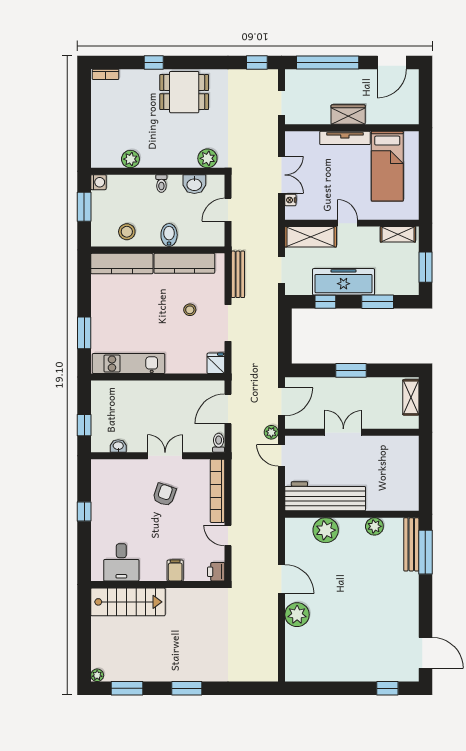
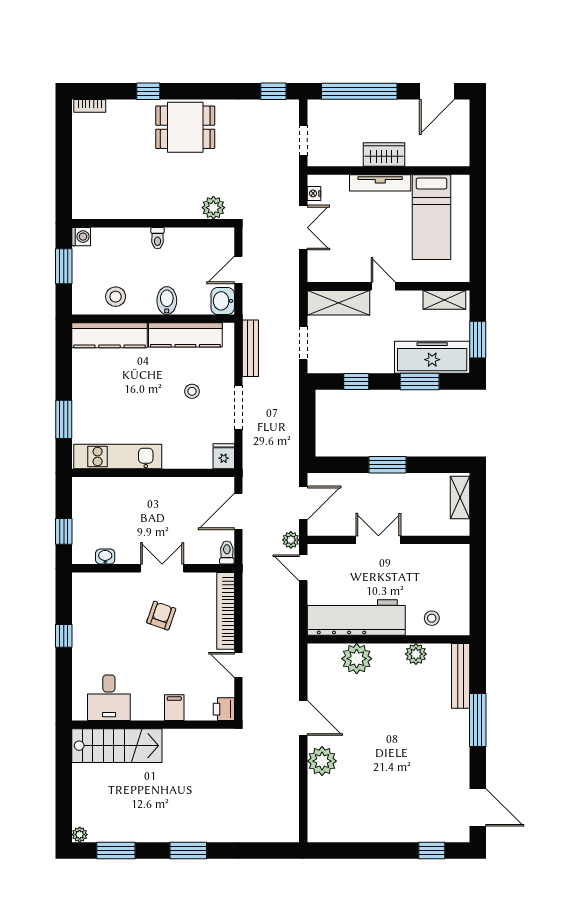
plant: (130, 159) -> (120, 208), removed
washbasin: (194, 184) -> (223, 301), moved, turned 90
nightstand: (290, 200) -> (314, 193), moved
freezer: (344, 282) -> (432, 357), moved
stool: (388, 497) -> (432, 618), added
window: (425, 552) -> (478, 720), moved

